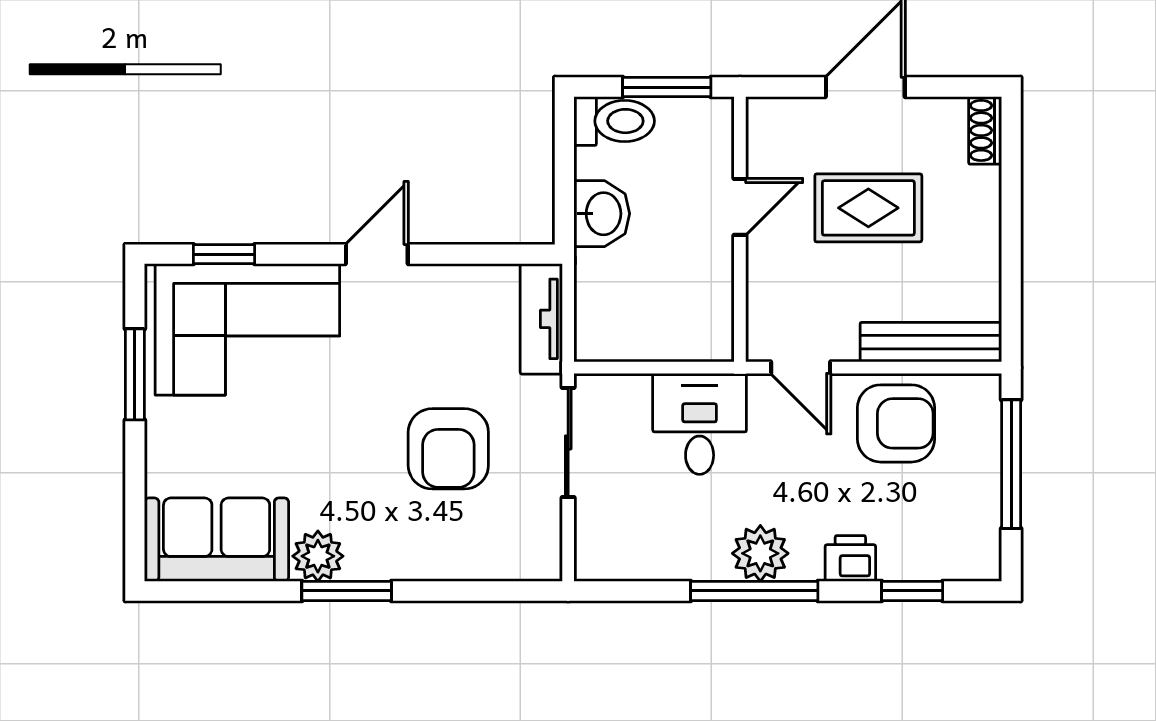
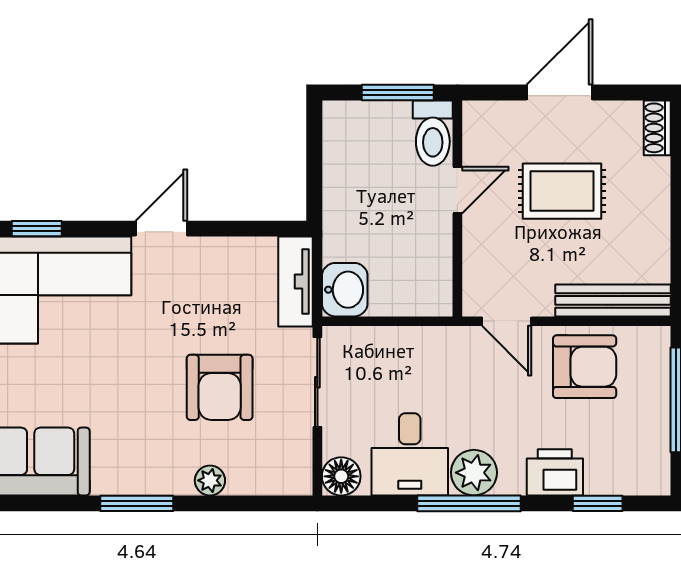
toilet: (614, 121) -> (433, 133), moved, turned 90
washbasin: (602, 214) -> (345, 290), moved
desk: (700, 424) -> (410, 454), moved, turned 180
plant: (318, 556) -> (210, 480), moved, width x0.73, depth x0.73
floor lamp: (597, 558) -> (341, 476), added
printer: (850, 558) -> (555, 472), width x1.36, depth x1.24

